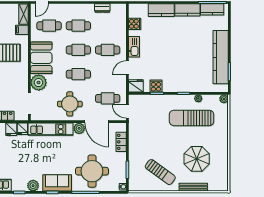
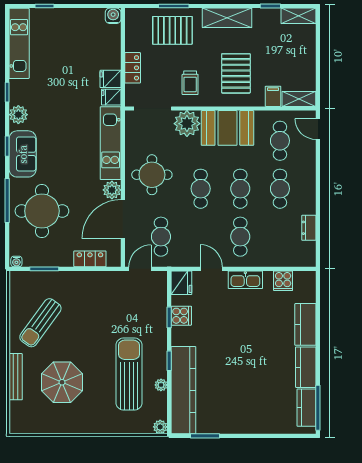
kitchen counter: (221, 57) -> (183, 390), moved, turned 90
trolley: (14, 81) -> (190, 83), added

